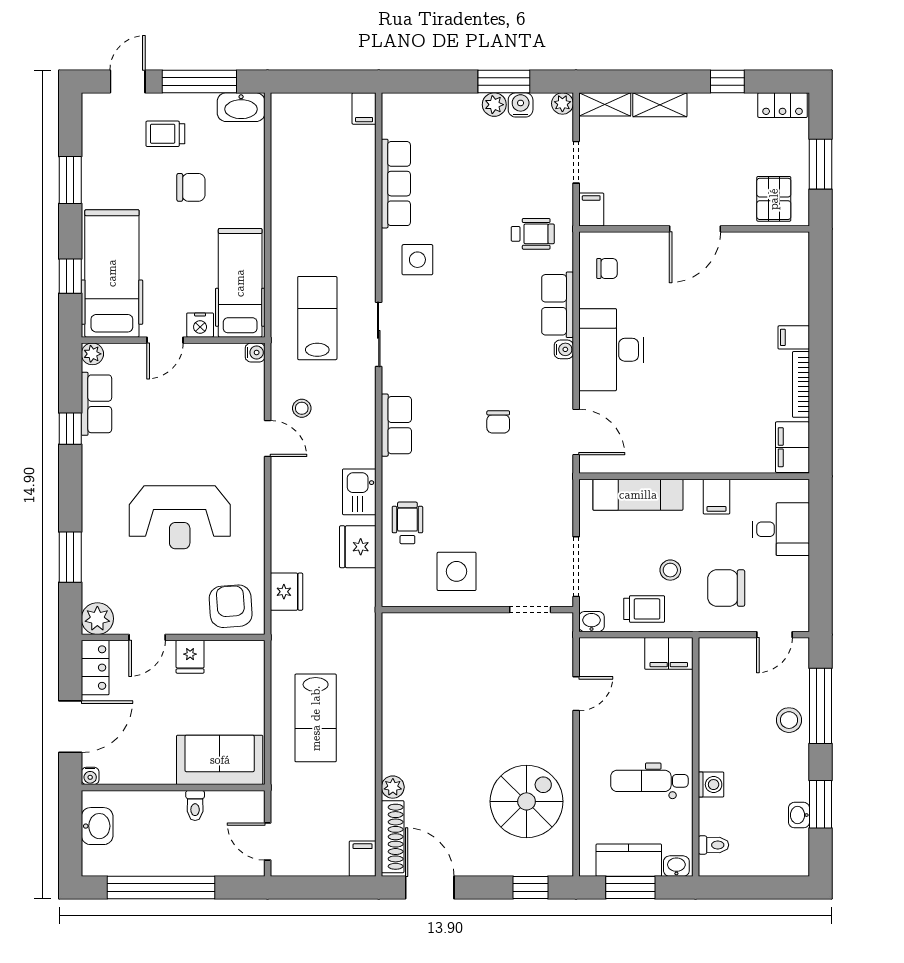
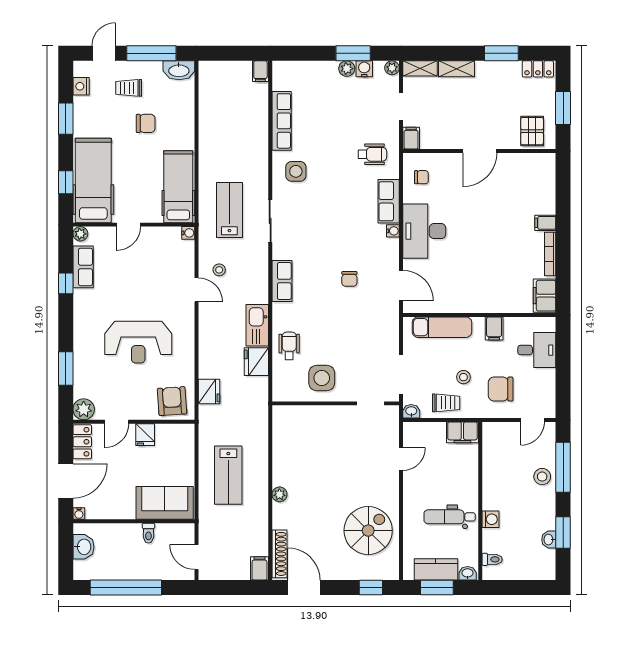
window: (727, 82) -> (501, 53), width x1.50
nightstand: (200, 325) -> (81, 86), moved, turned 90
kitchen sink: (359, 492) -> (257, 325), width x1.38
plant: (393, 787) -> (279, 494), moved

